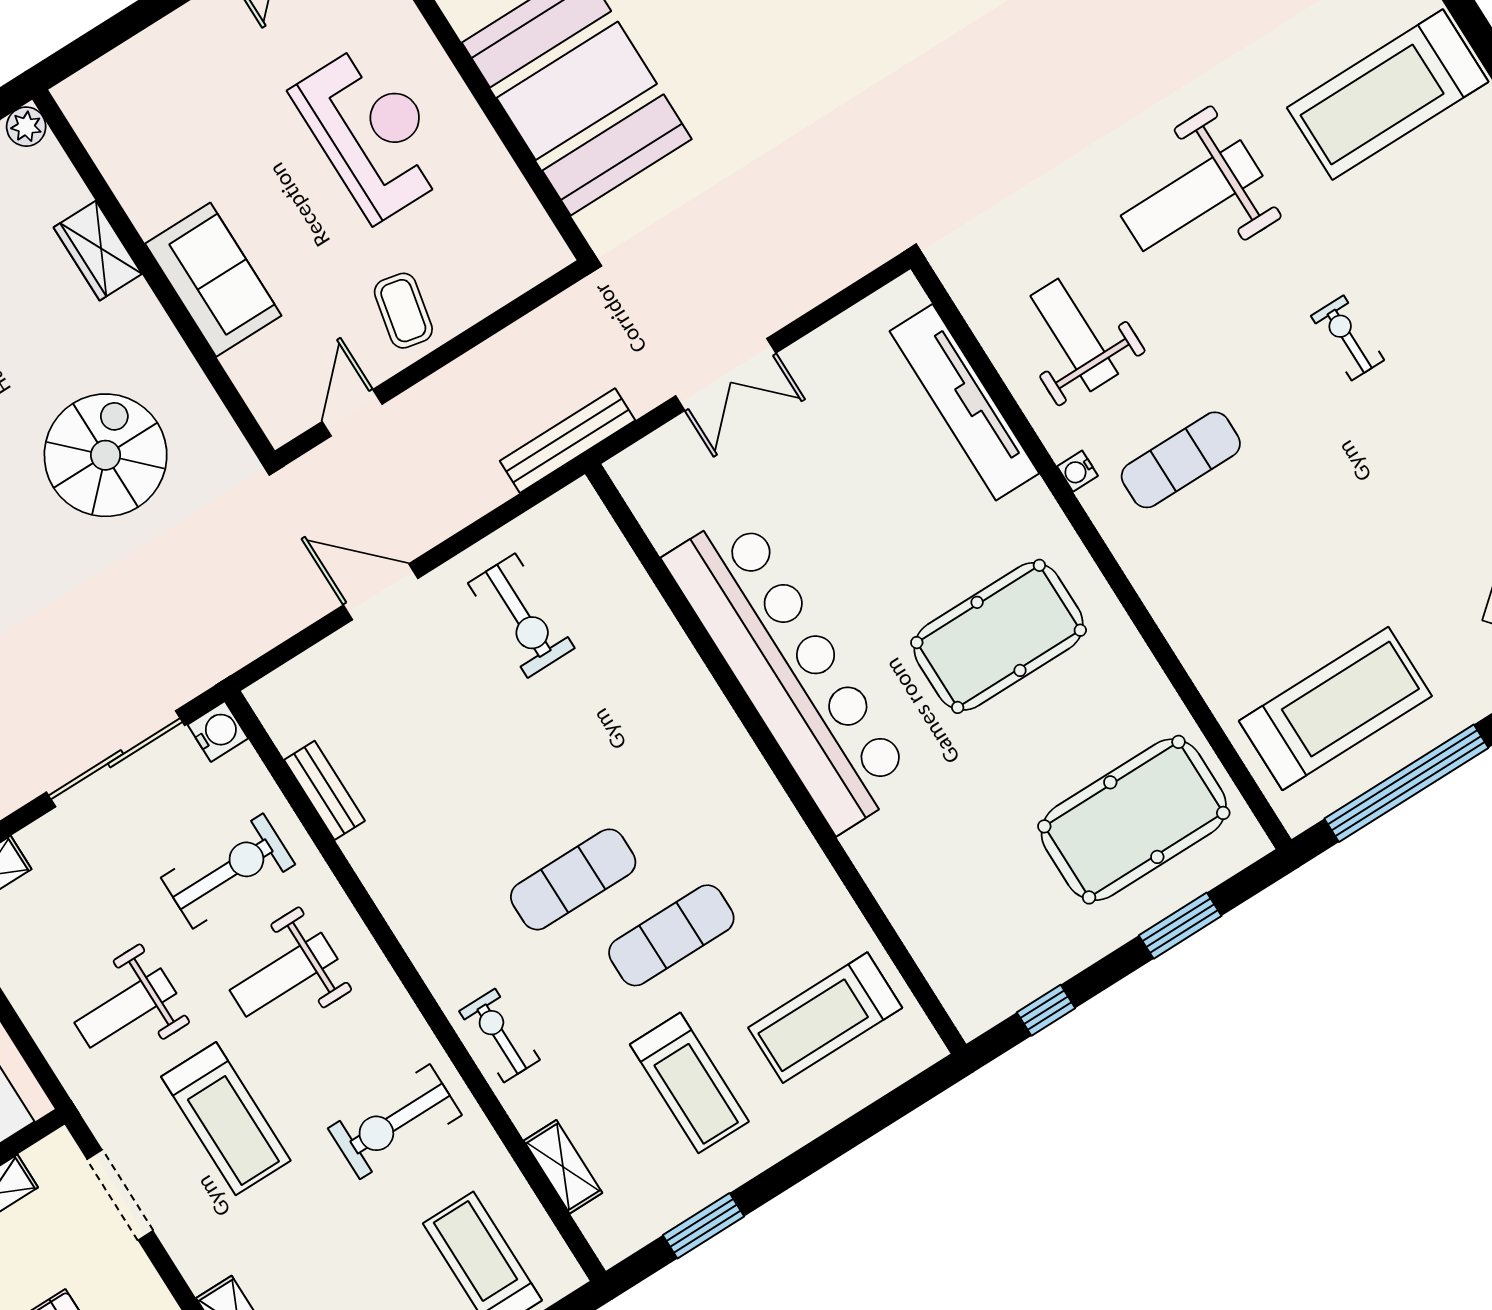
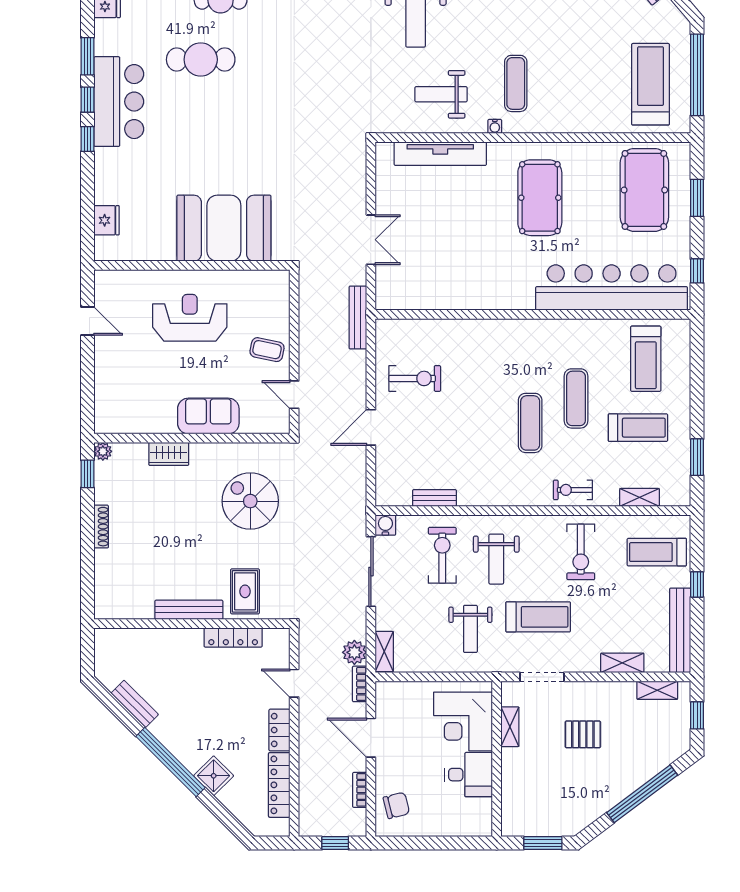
bar counter: (790, 671) -> (612, 288), moved

